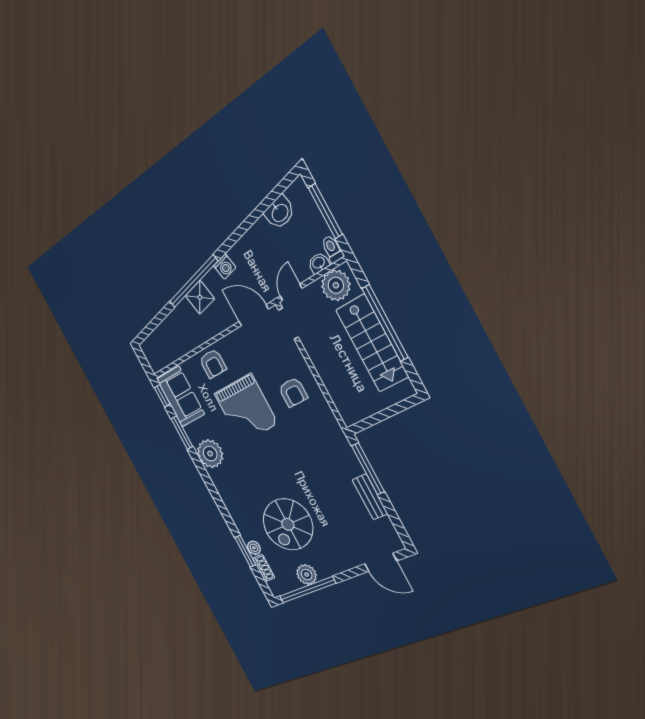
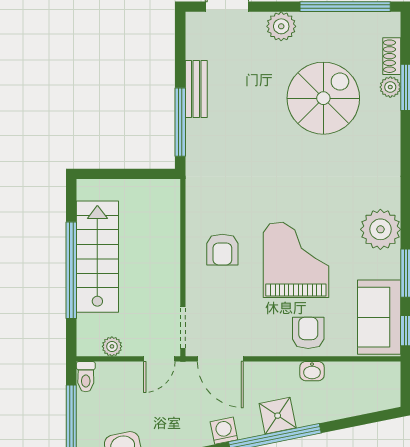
washbasin: (319, 263) -> (312, 371), moved
plant: (336, 285) -> (112, 346), width x0.53, depth x0.53
armchair: (293, 392) -> (222, 250), turned 180
plant: (307, 575) -> (281, 26), moved

